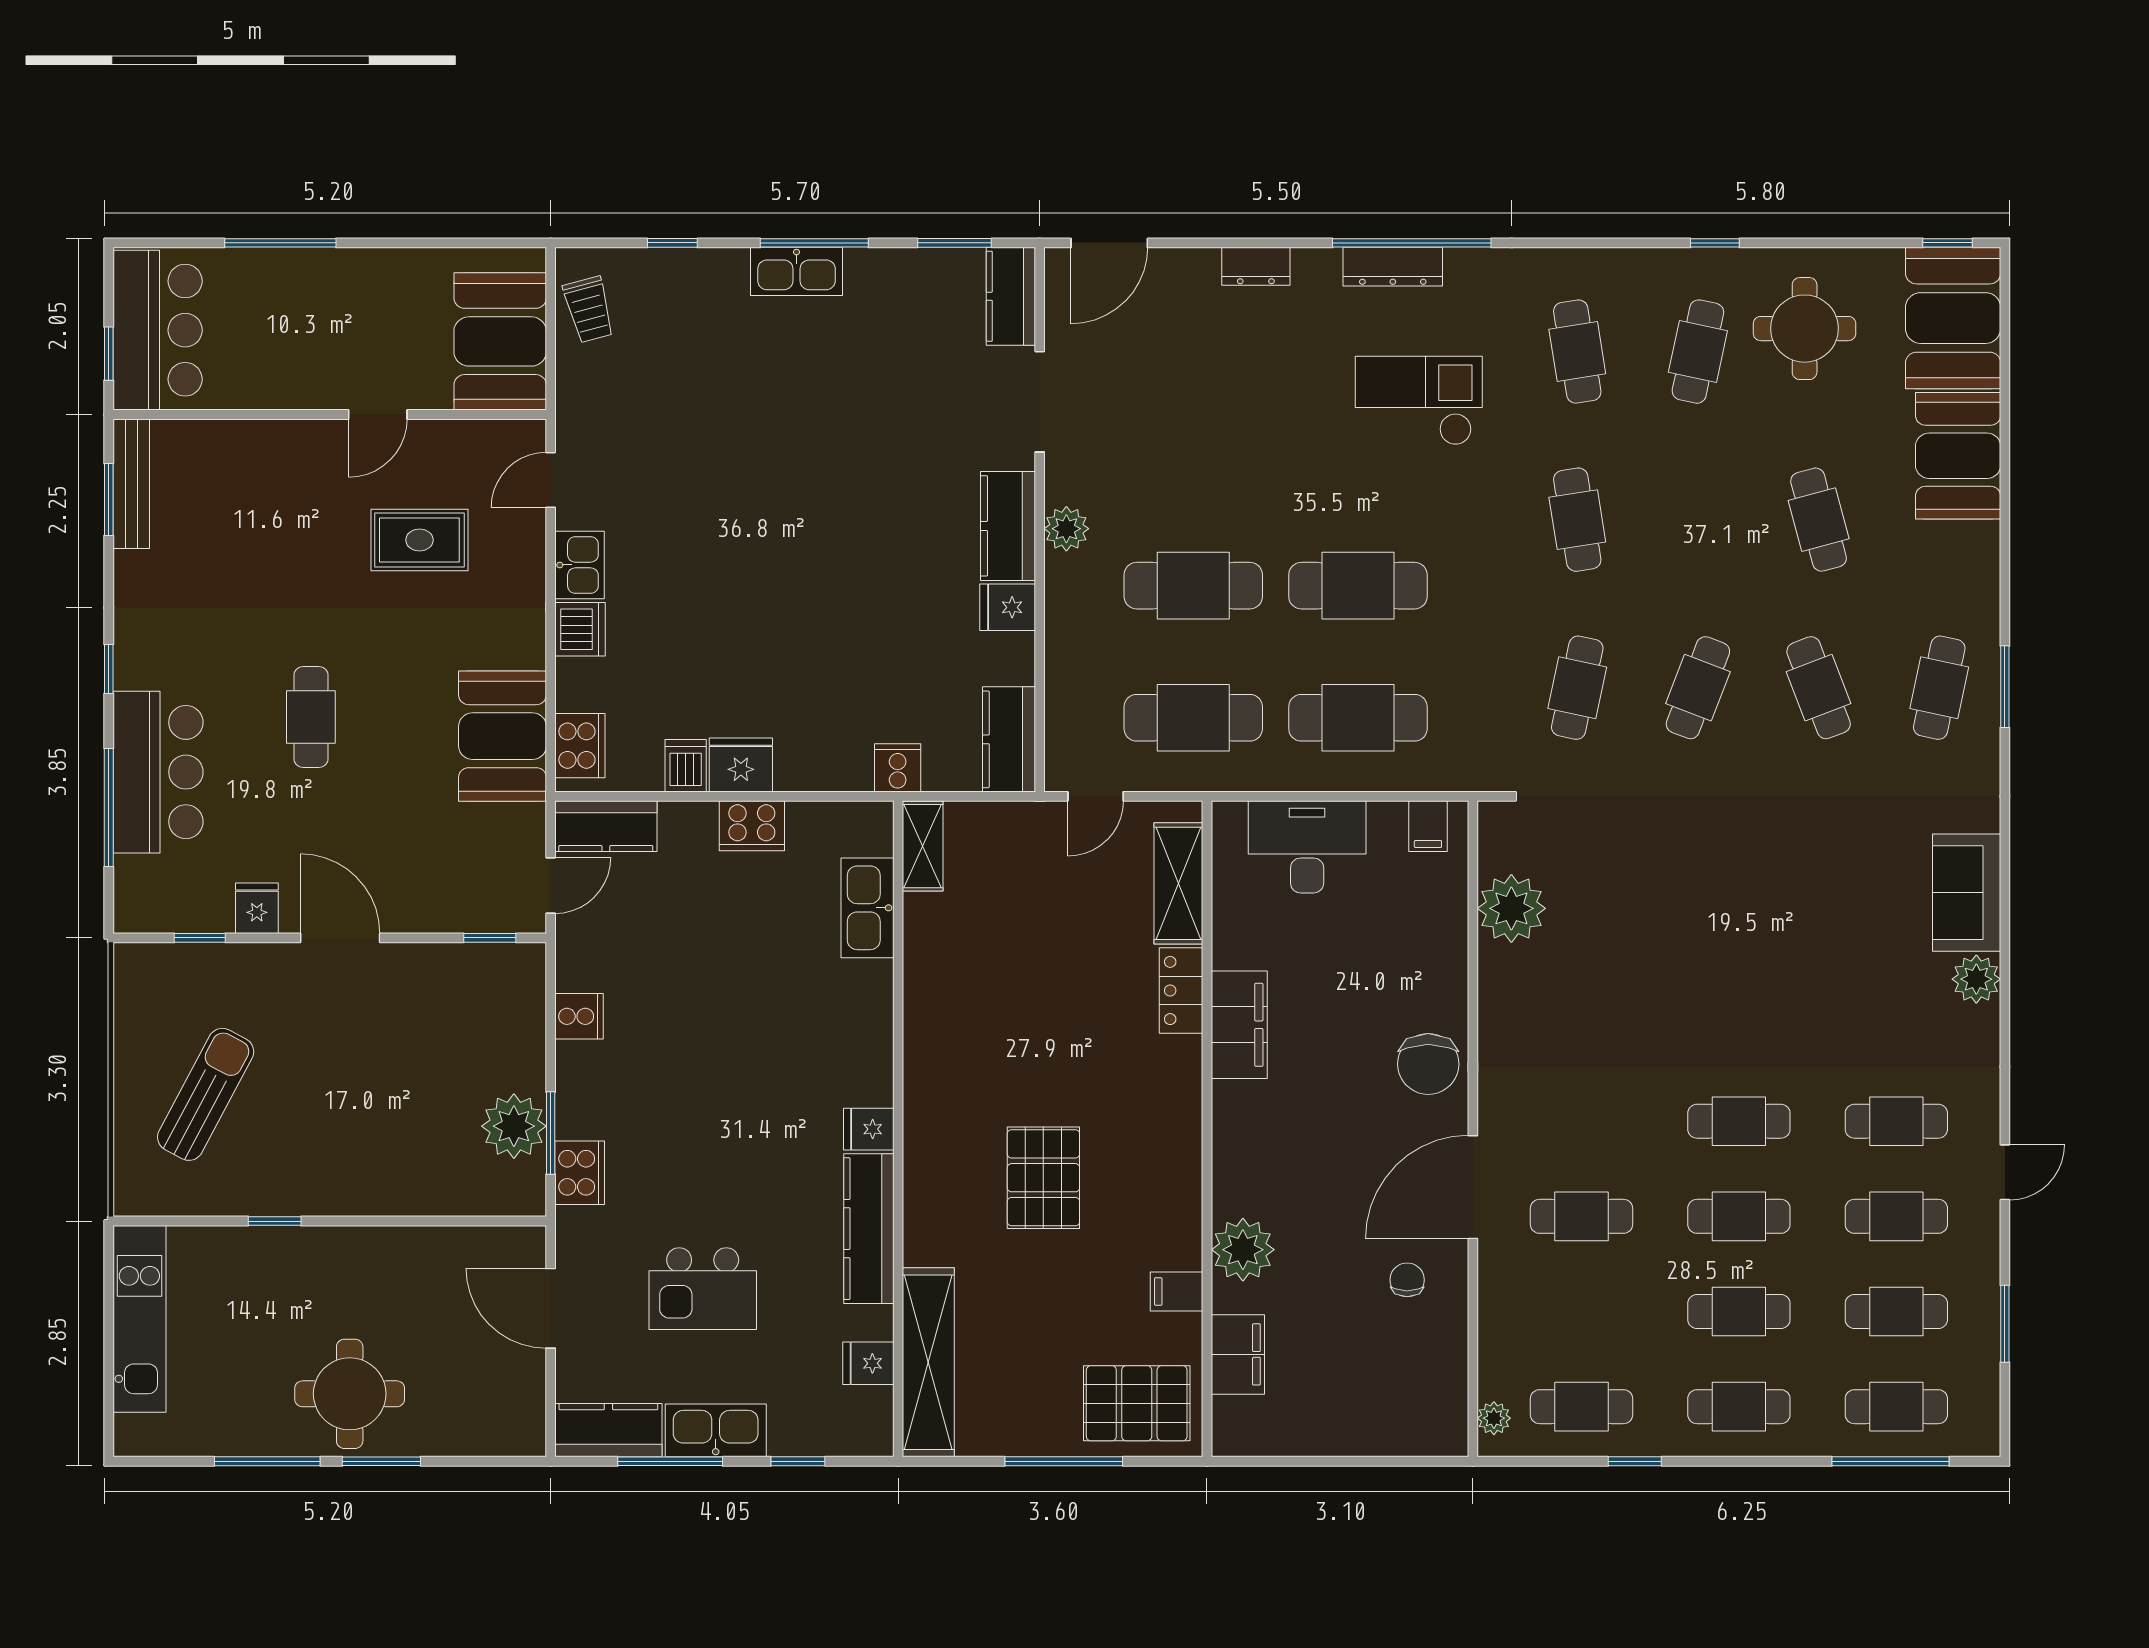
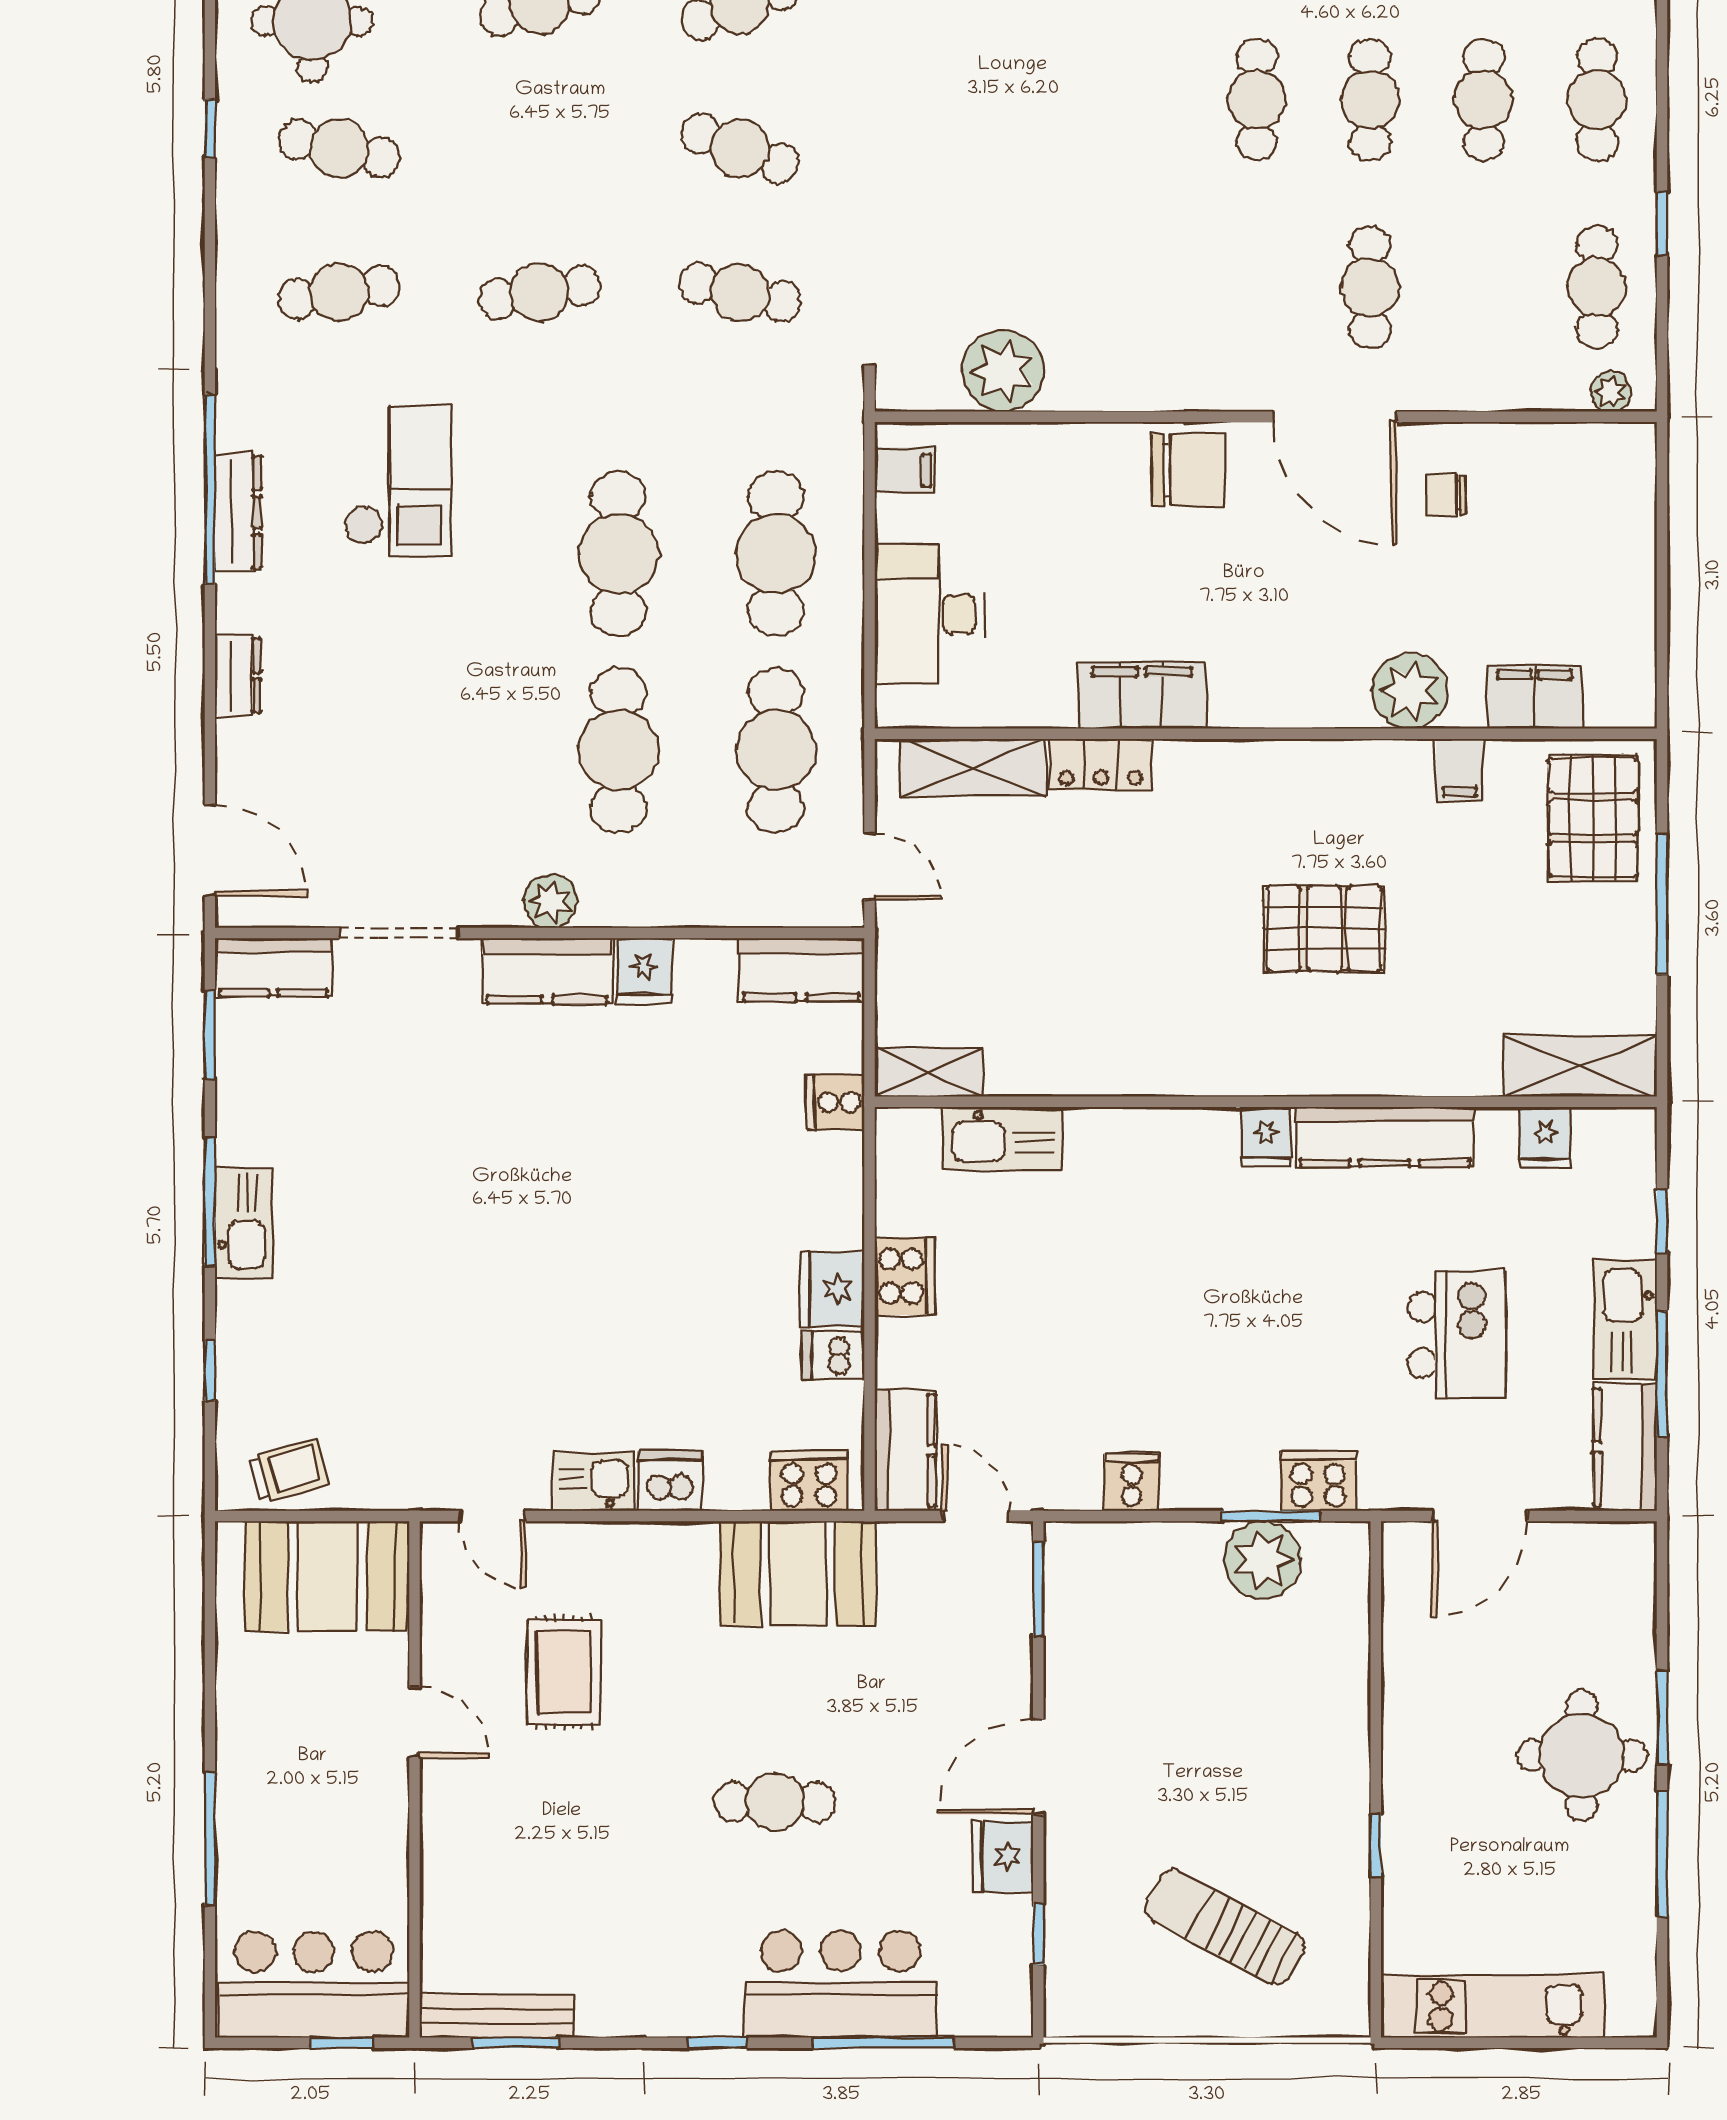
checkout: (1419, 401) -> (398, 481), turned 180
fridge: (257, 908) -> (1003, 1856), width x1.38
window: (490, 938) -> (1038, 1589), width x1.50
shelving: (928, 1362) -> (1580, 1066), width x0.68

